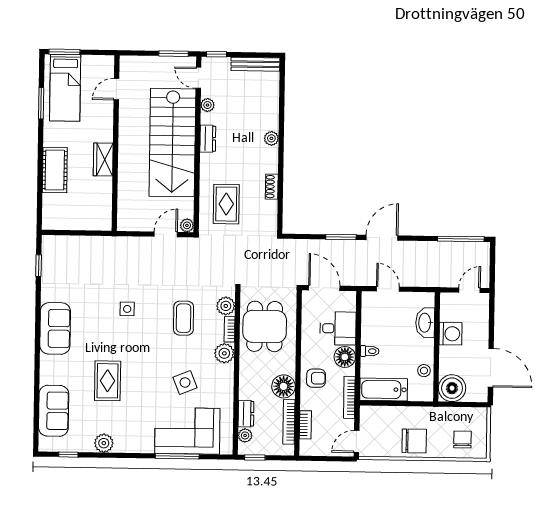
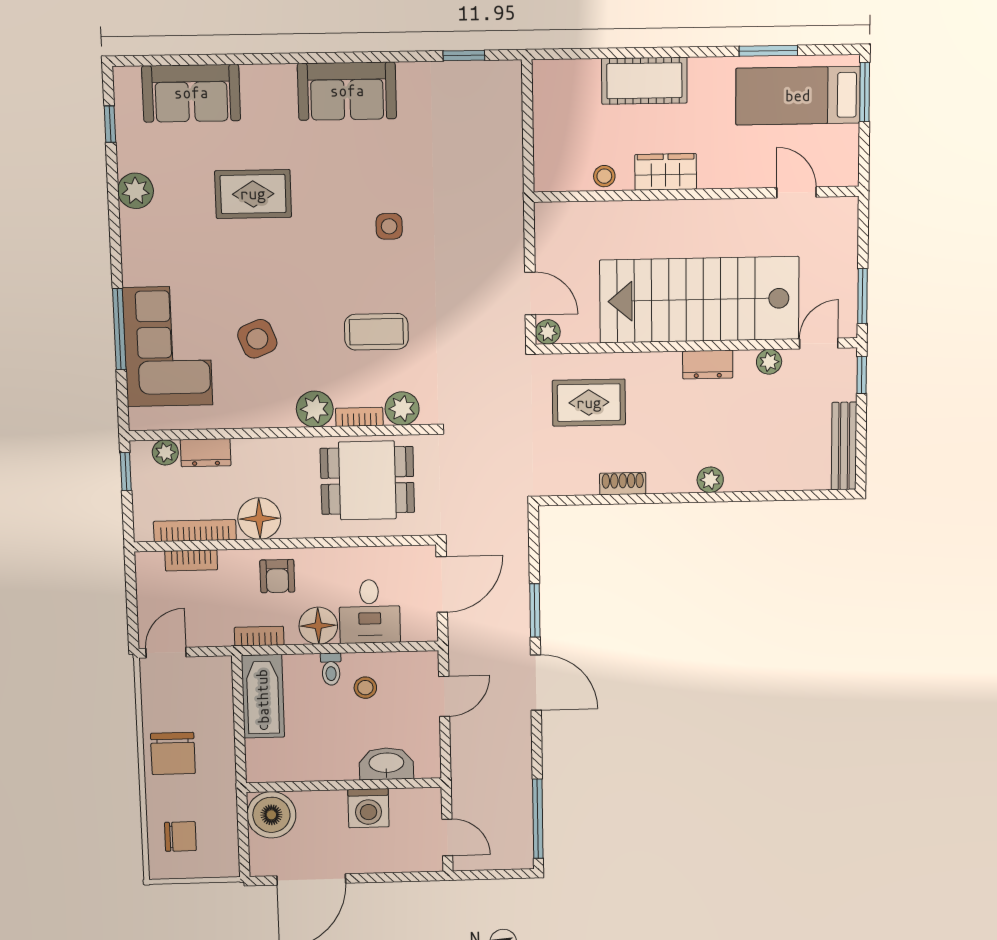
stool: (104, 193) -> (604, 176), added
stool: (424, 371) -> (365, 688), moved
bookcase: (349, 397) -> (259, 636), width x0.64
door: (357, 441) -> (166, 653), hinge flipped

